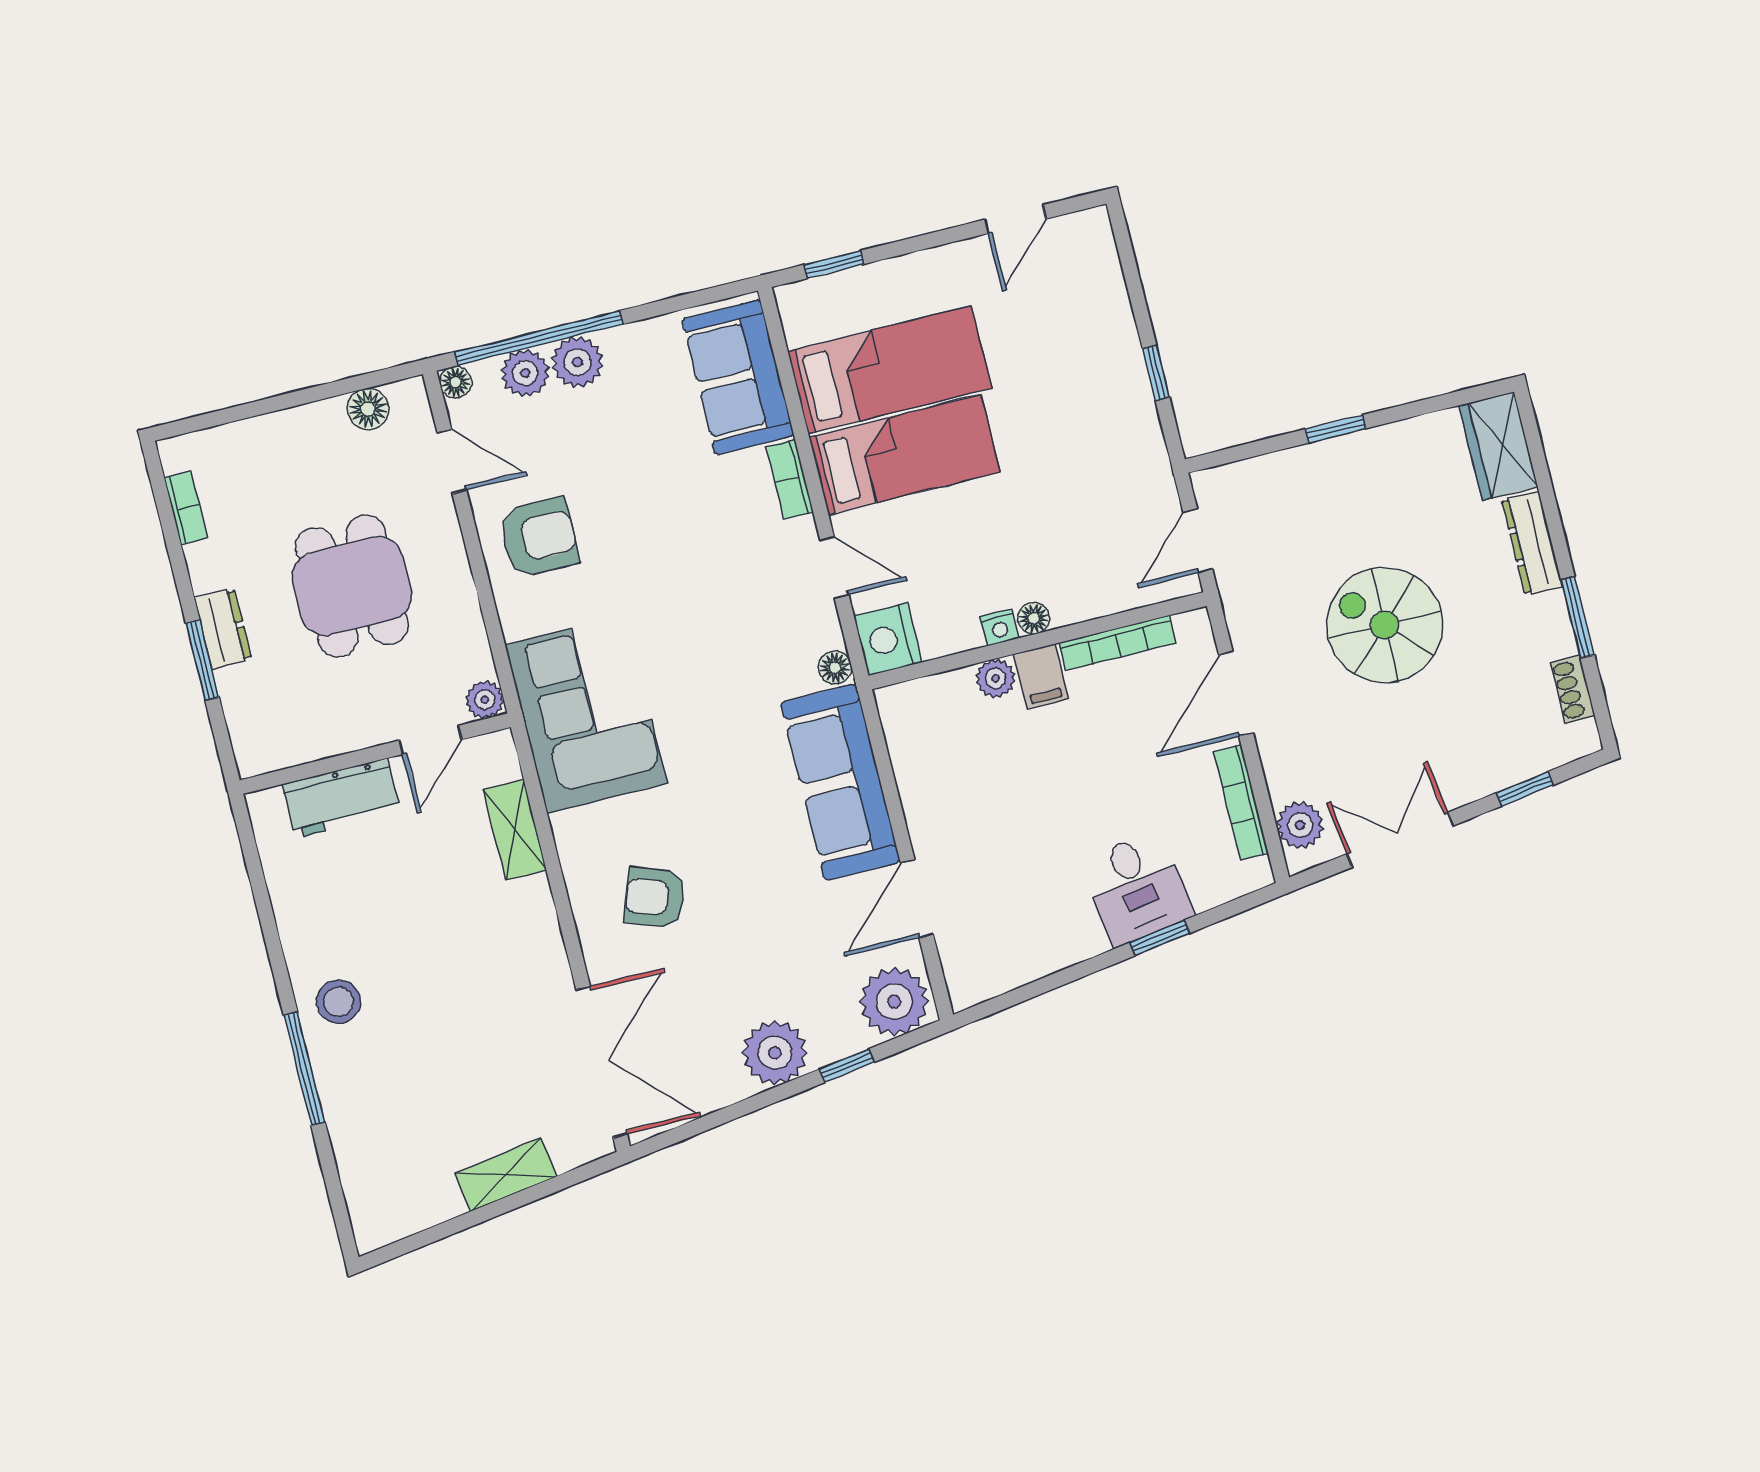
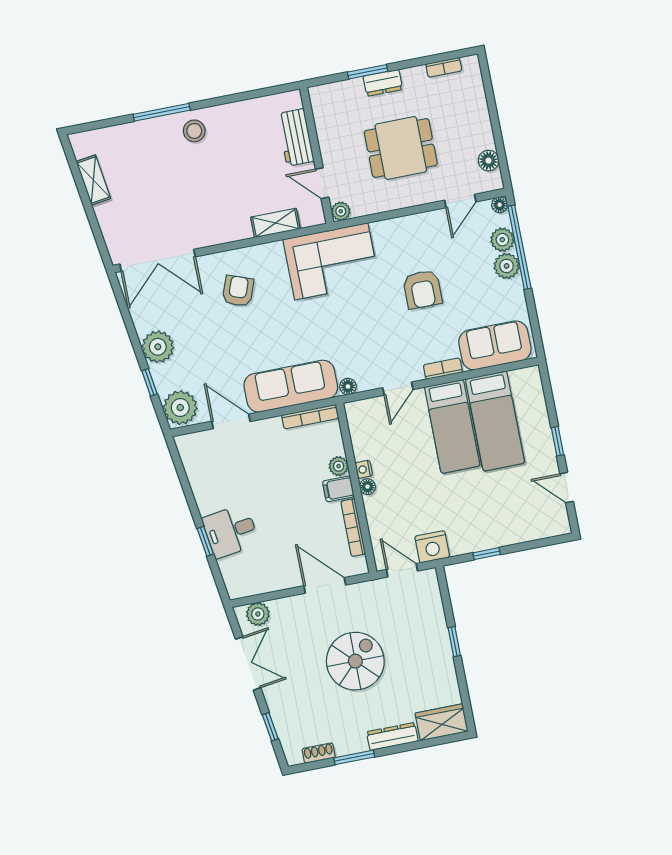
window: (834, 264) -> (558, 441), moved
armchair: (539, 537) -> (422, 289), moved
nightstand: (888, 639) -> (432, 547), moved, turned 180
bookcase: (1241, 802) -> (310, 417), moved, turned 180
shelving: (506, 1175) -> (93, 180), moved

